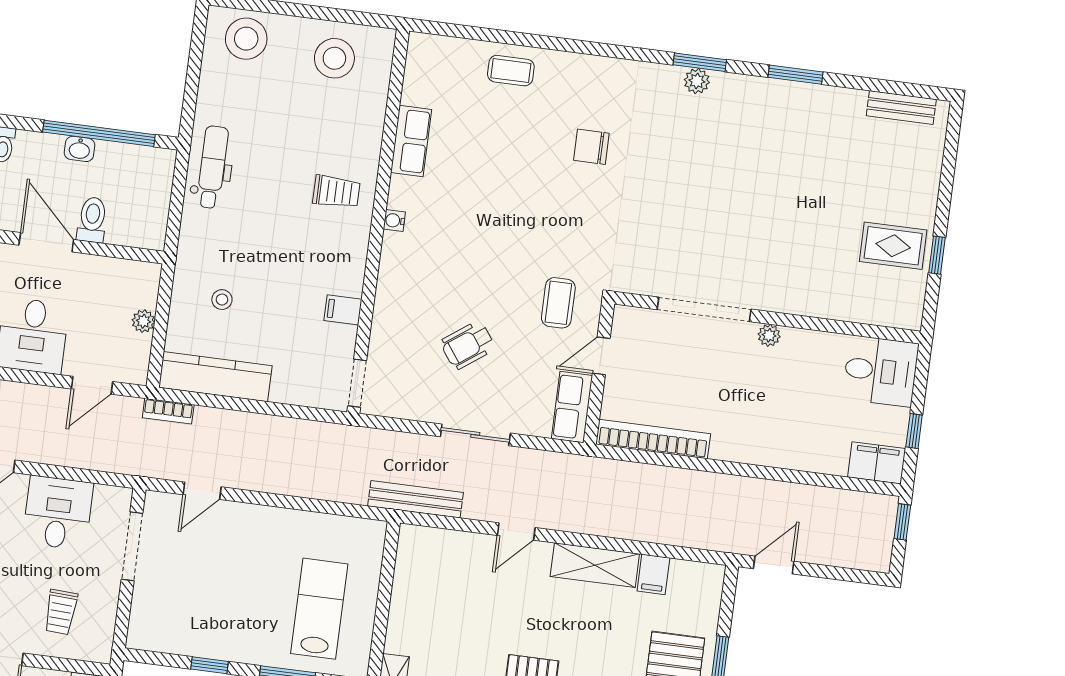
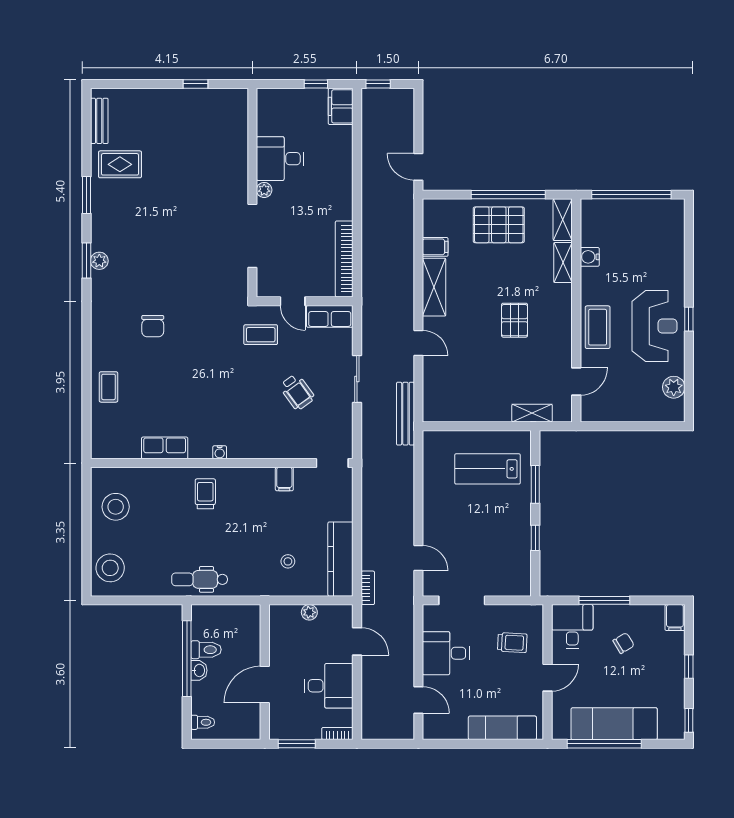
toilet: (92, 220) -> (206, 650), moved, turned 180
rug: (893, 246) -> (120, 164), moved, turned 90
desk: (881, 371) -> (280, 159), moved, turned -90

